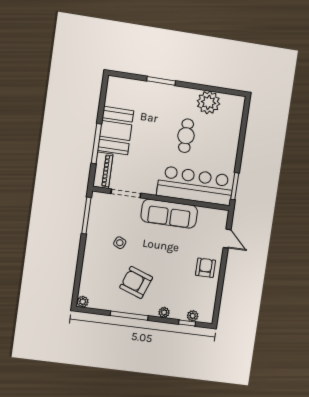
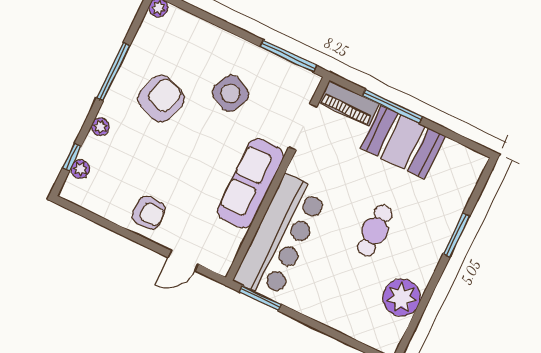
cafe table: (186, 136) -> (375, 231), moved, turned 90
side table: (120, 243) -> (230, 93), width x1.87, depth x1.87

